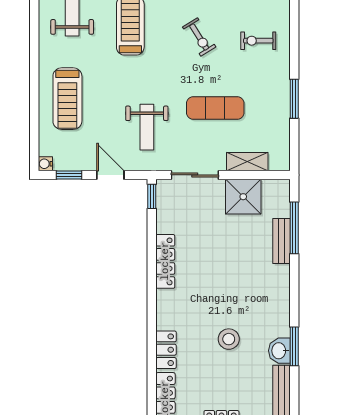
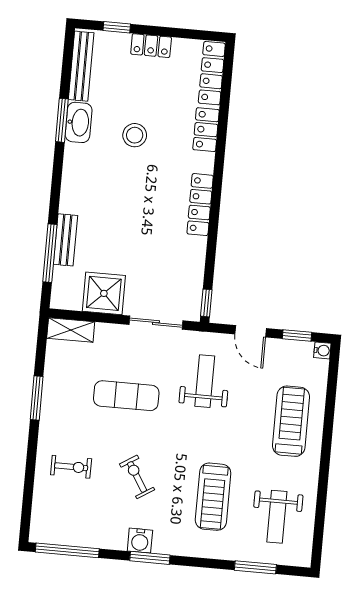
shelving: (247, 162) -> (71, 330), moved
locker: (165, 261) -> (200, 205), moved
washbasin: (279, 351) -> (79, 122), width x1.38

